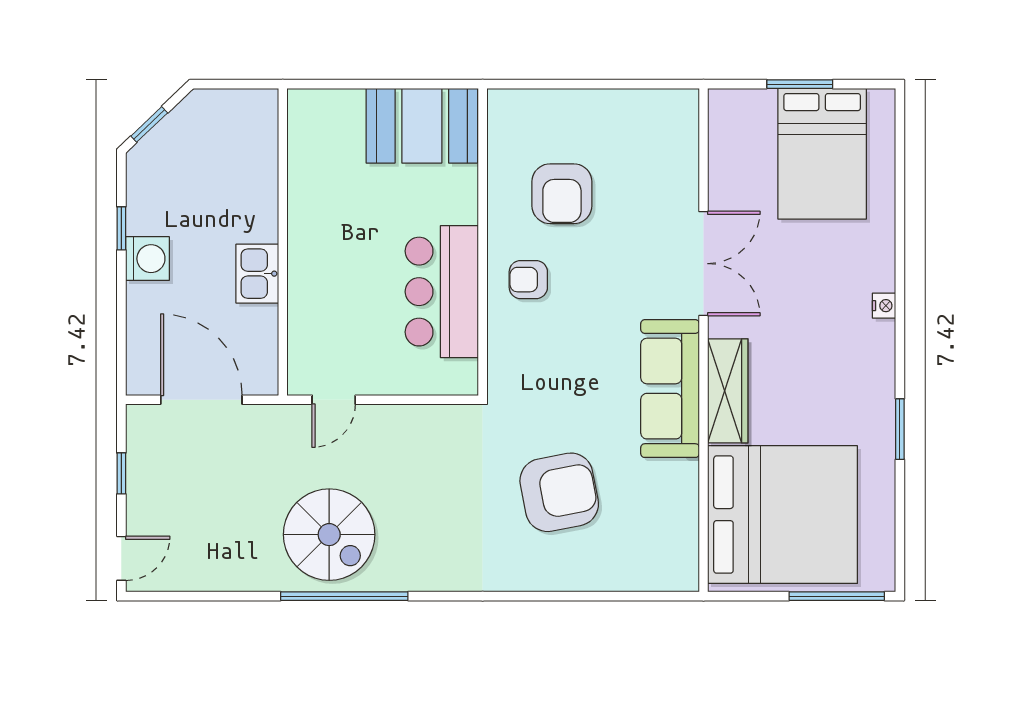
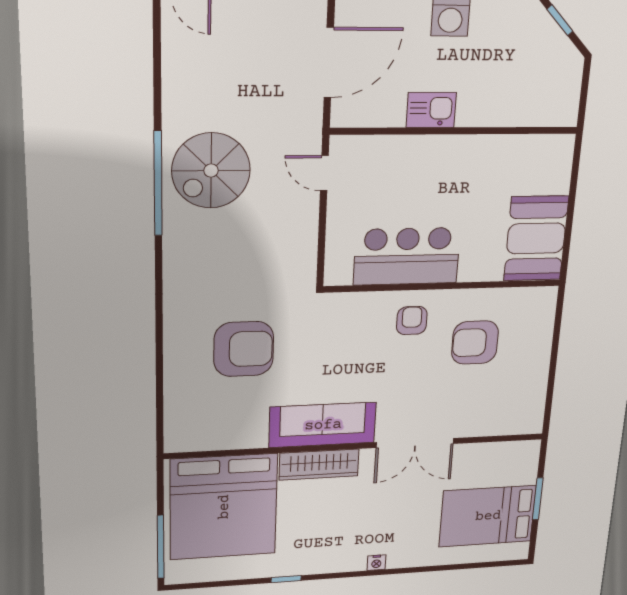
window: (900, 429) -> (286, 579), width x0.67
armchair: (559, 492) -> (244, 349), turned -79

